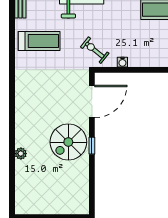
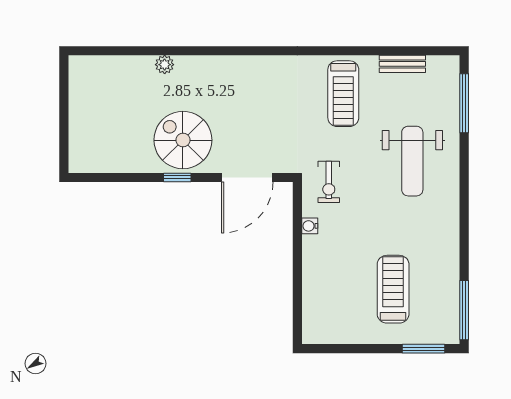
exercise bike: (95, 50) -> (329, 182), turned 141
door: (92, 101) -> (247, 177), hinge flipped

